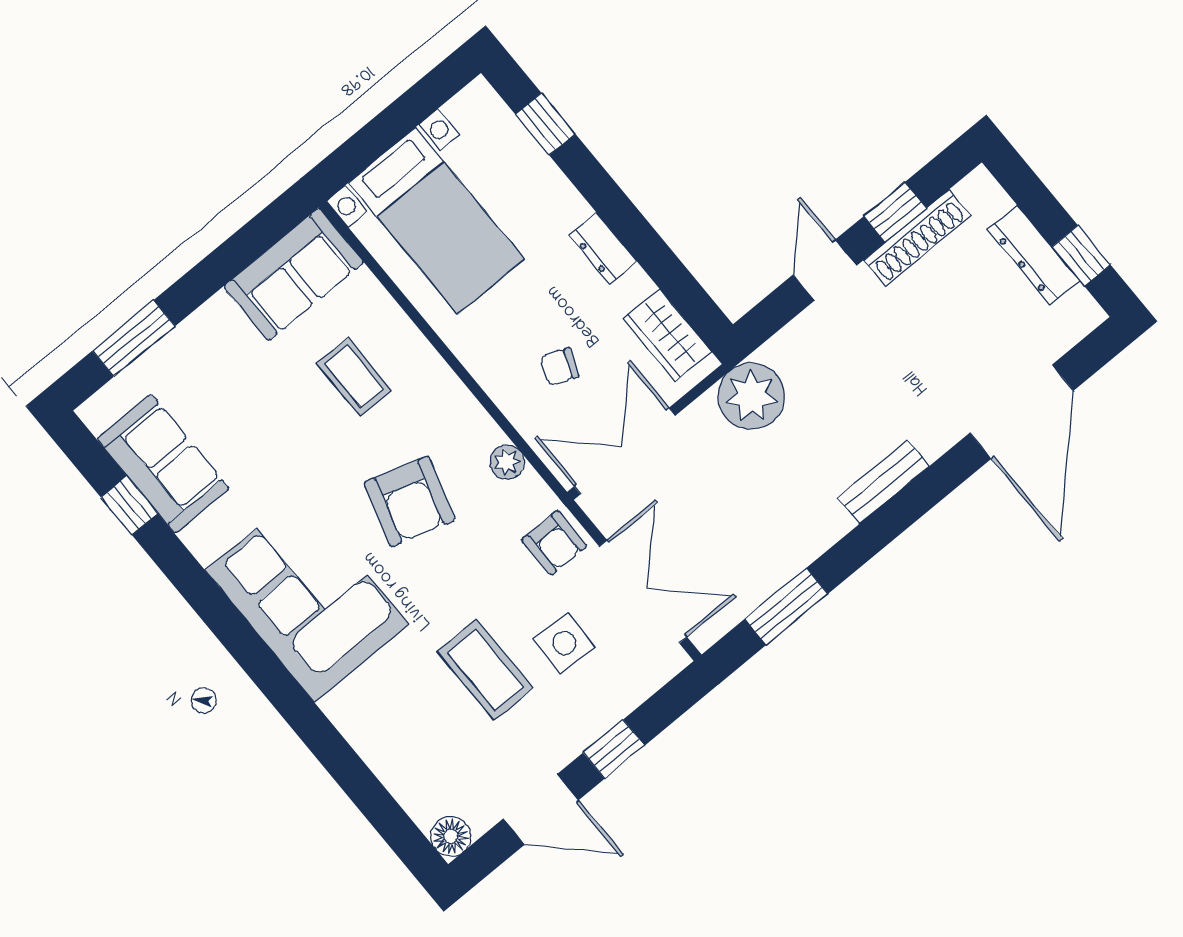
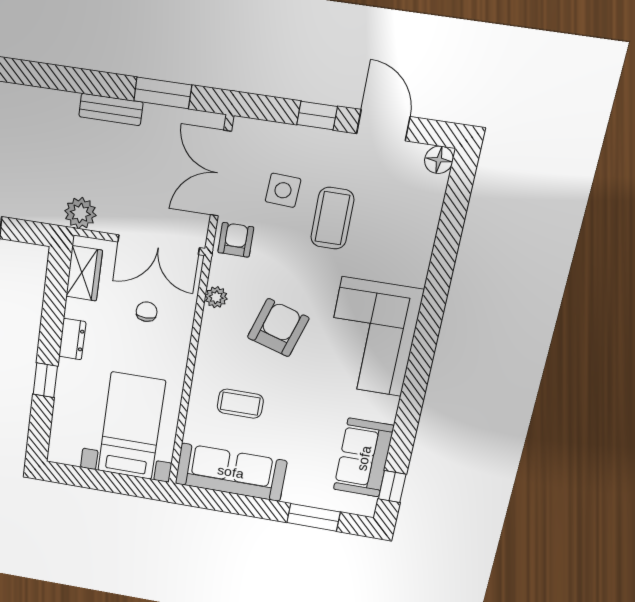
window: (545, 124) -> (45, 380), moved
sofa: (294, 274) -> (231, 472), width x1.36
chair: (560, 366) -> (147, 312), turned -112
coffee table: (354, 377) -> (240, 404), turned 90
plant: (751, 396) -> (80, 213), width x0.73, depth x0.73
bench: (883, 482) -> (111, 109), moved
window: (129, 505) -> (392, 487), moved

